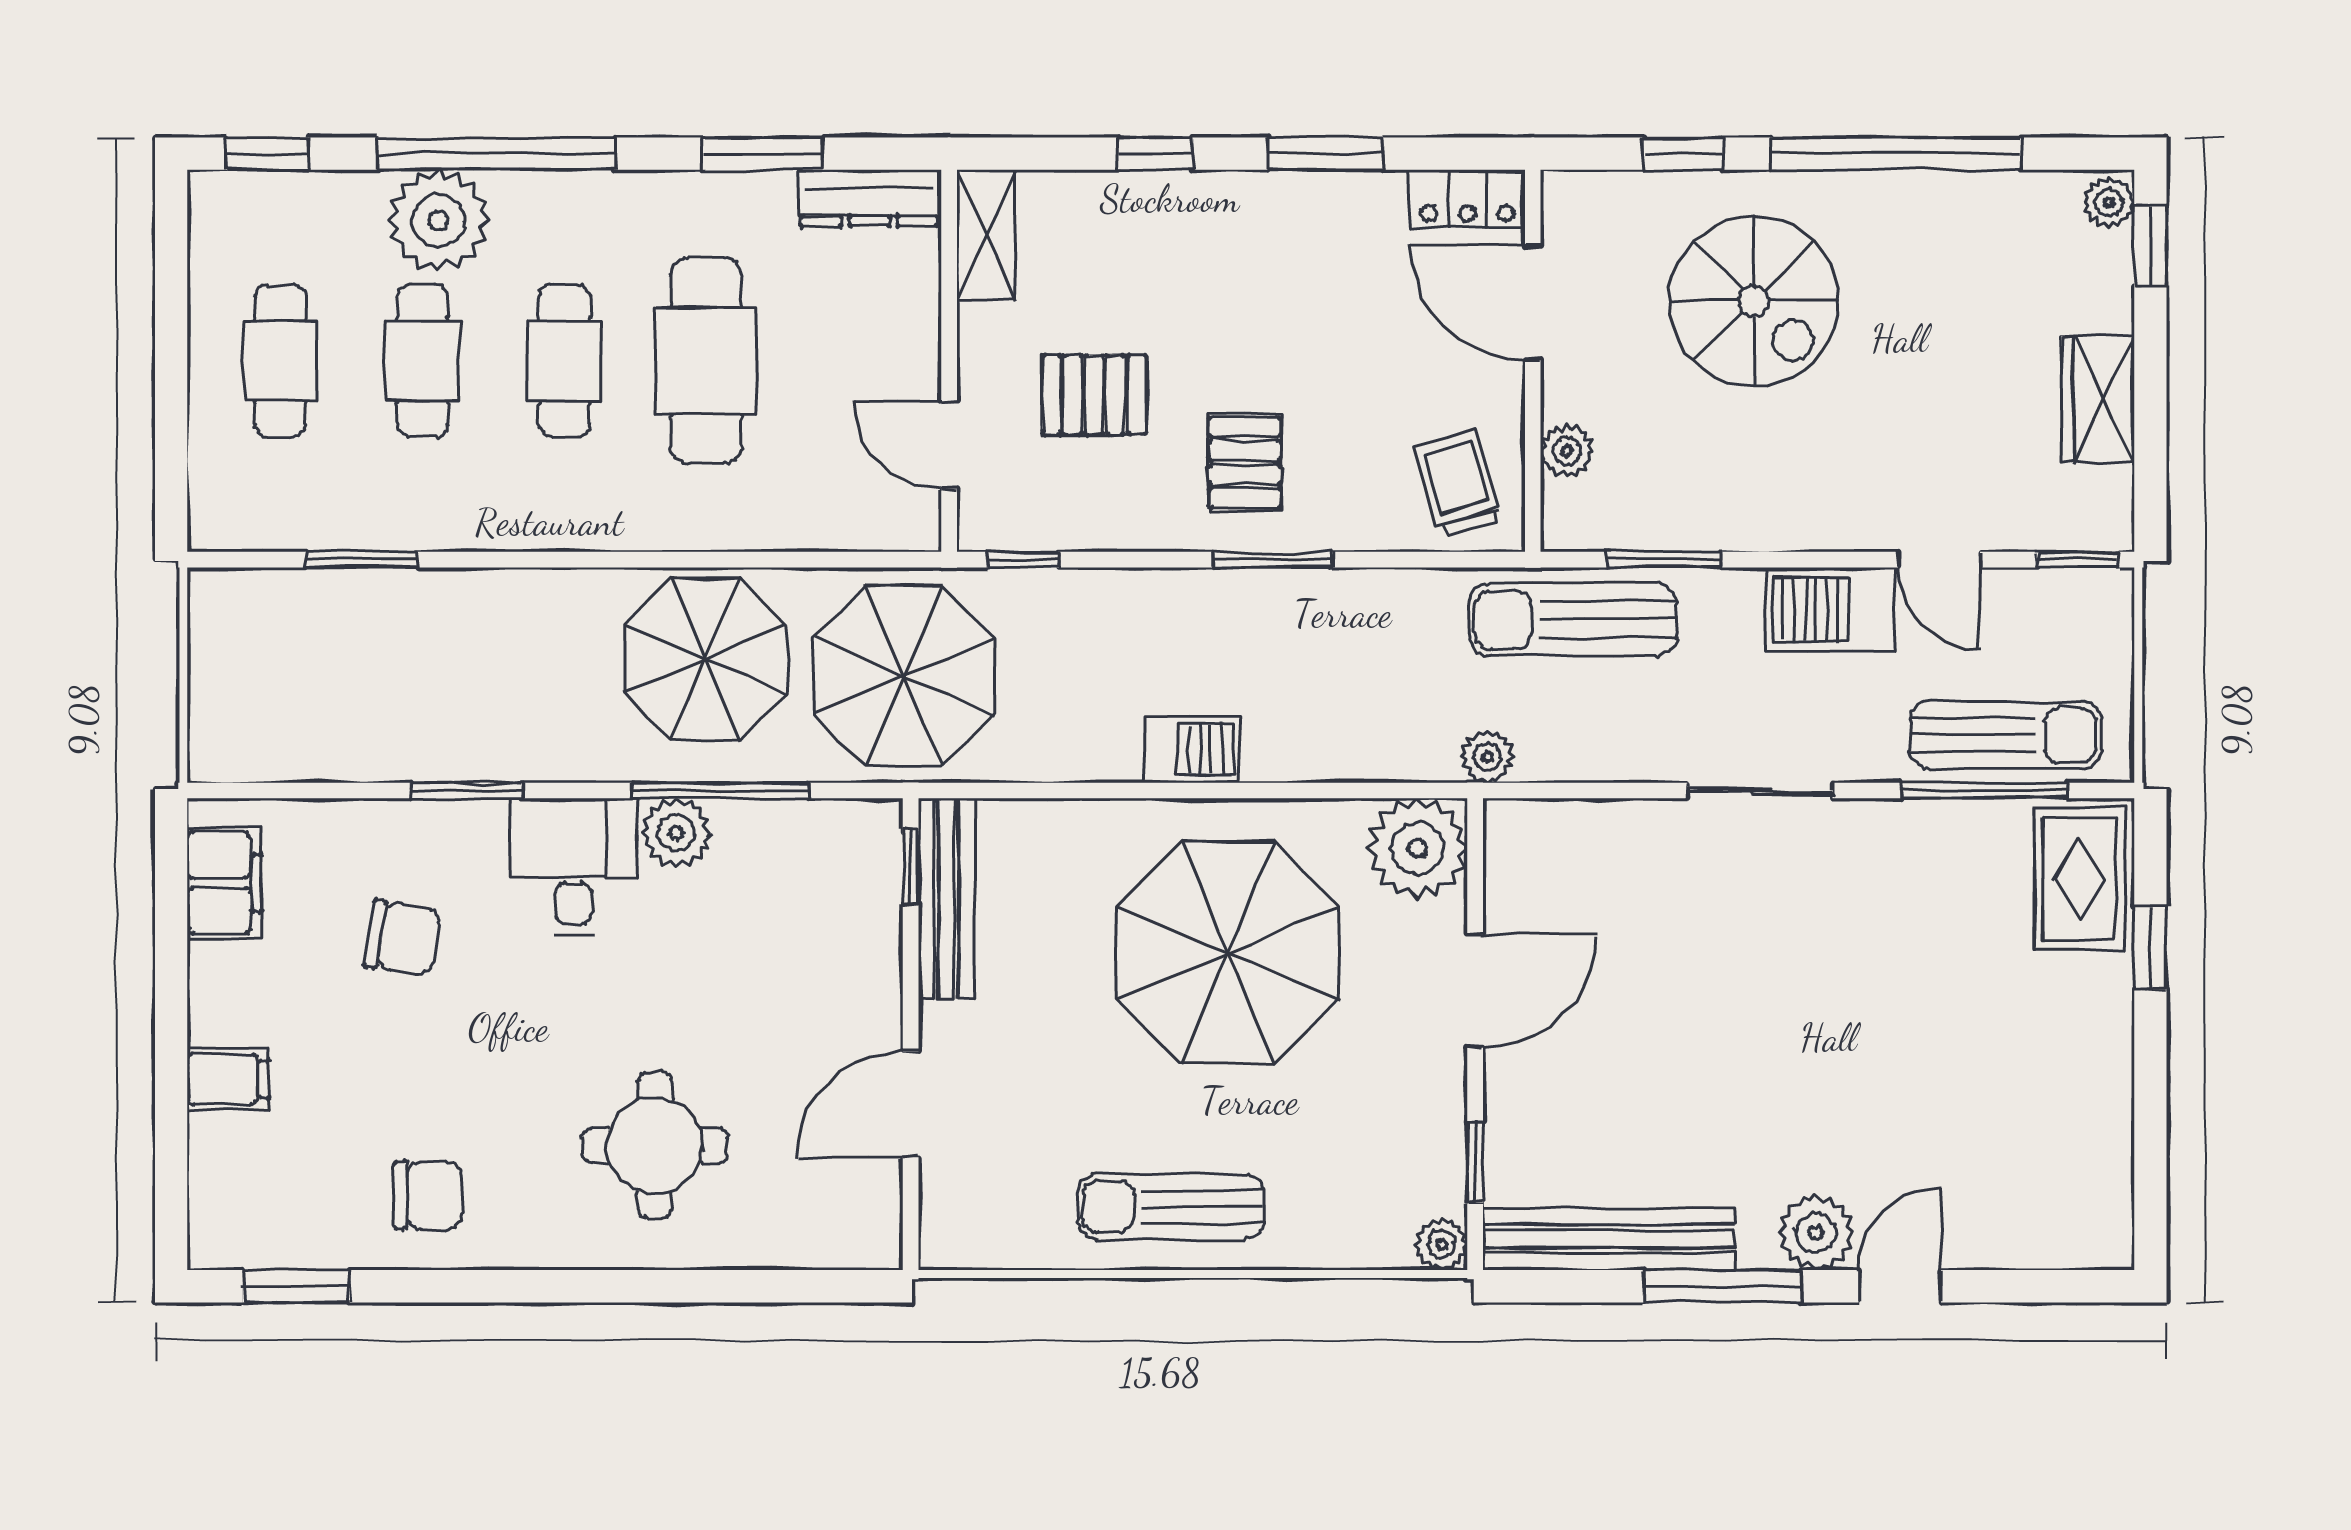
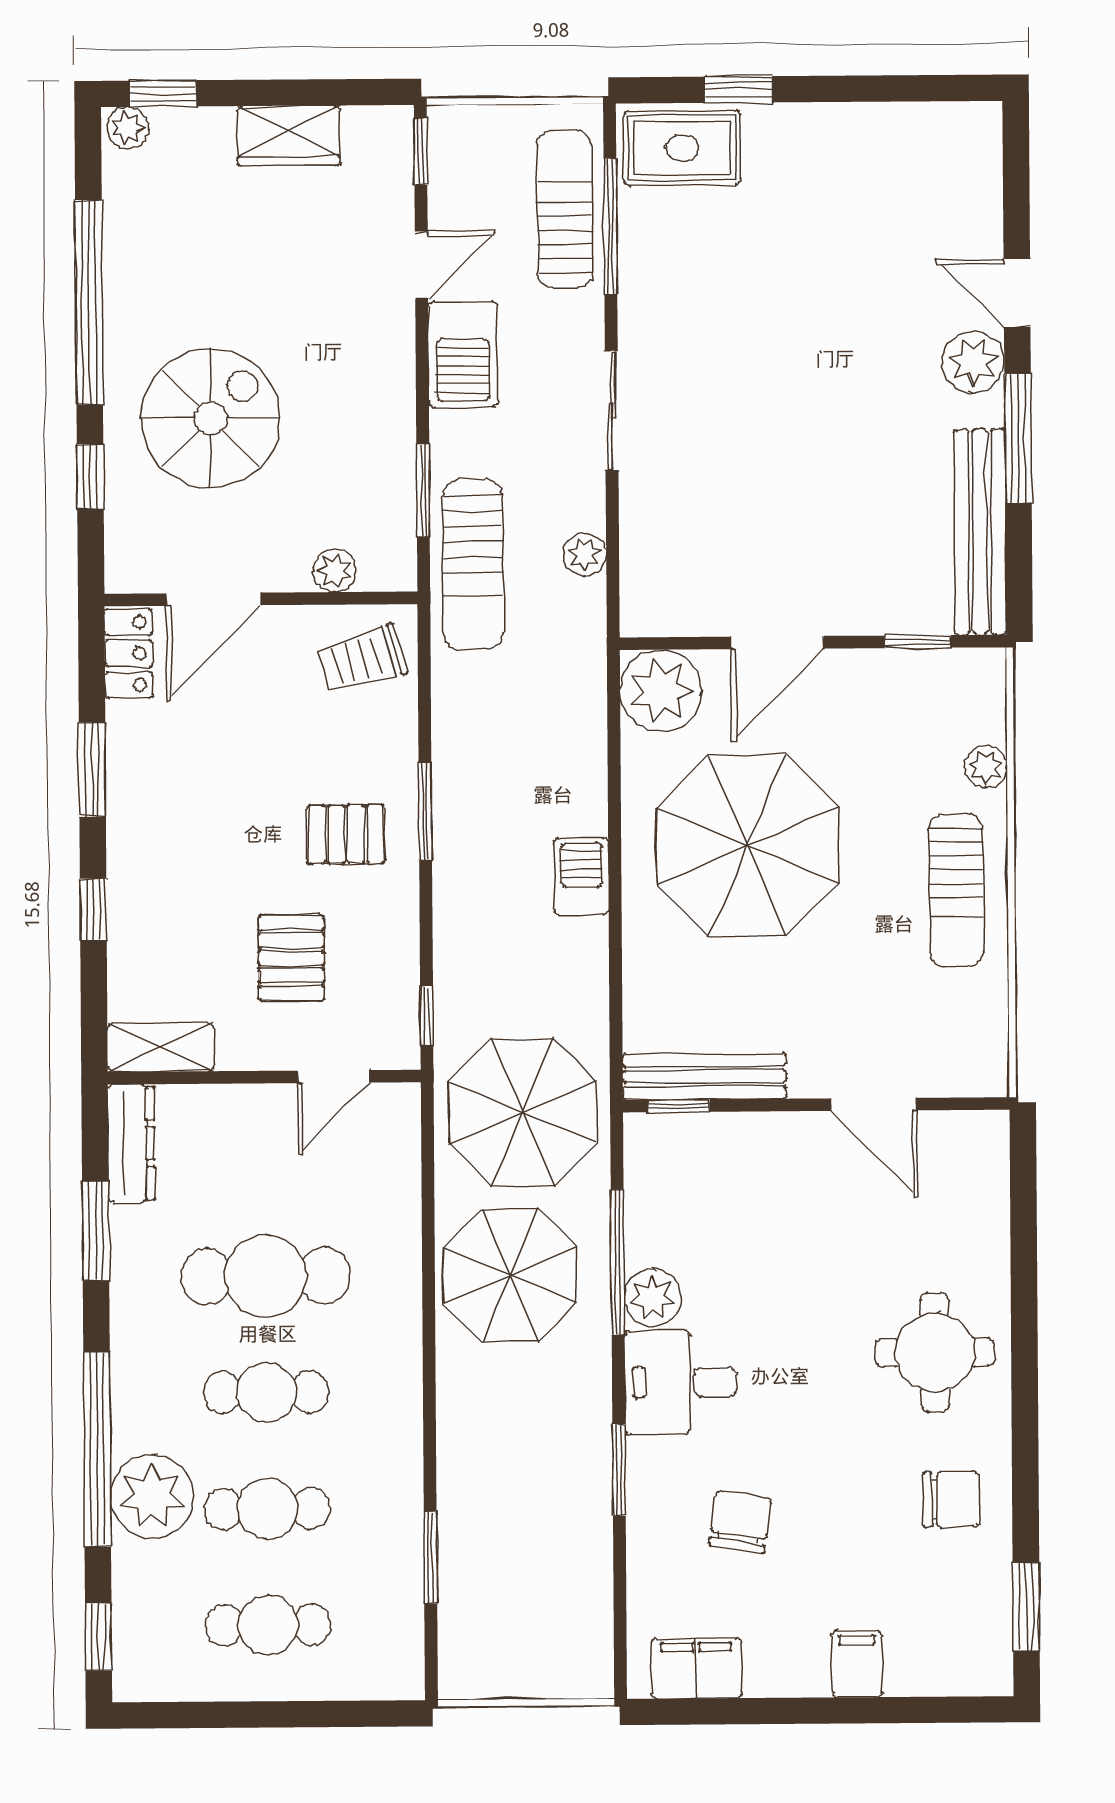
plant: (1487, 757) -> (585, 554), moved
door: (1475, 991) -> (778, 643), swing flipped
round table: (655, 1146) -> (935, 1352), moved
chair: (428, 1196) -> (951, 1499), turned 90
plant: (1441, 1244) -> (986, 767), moved

